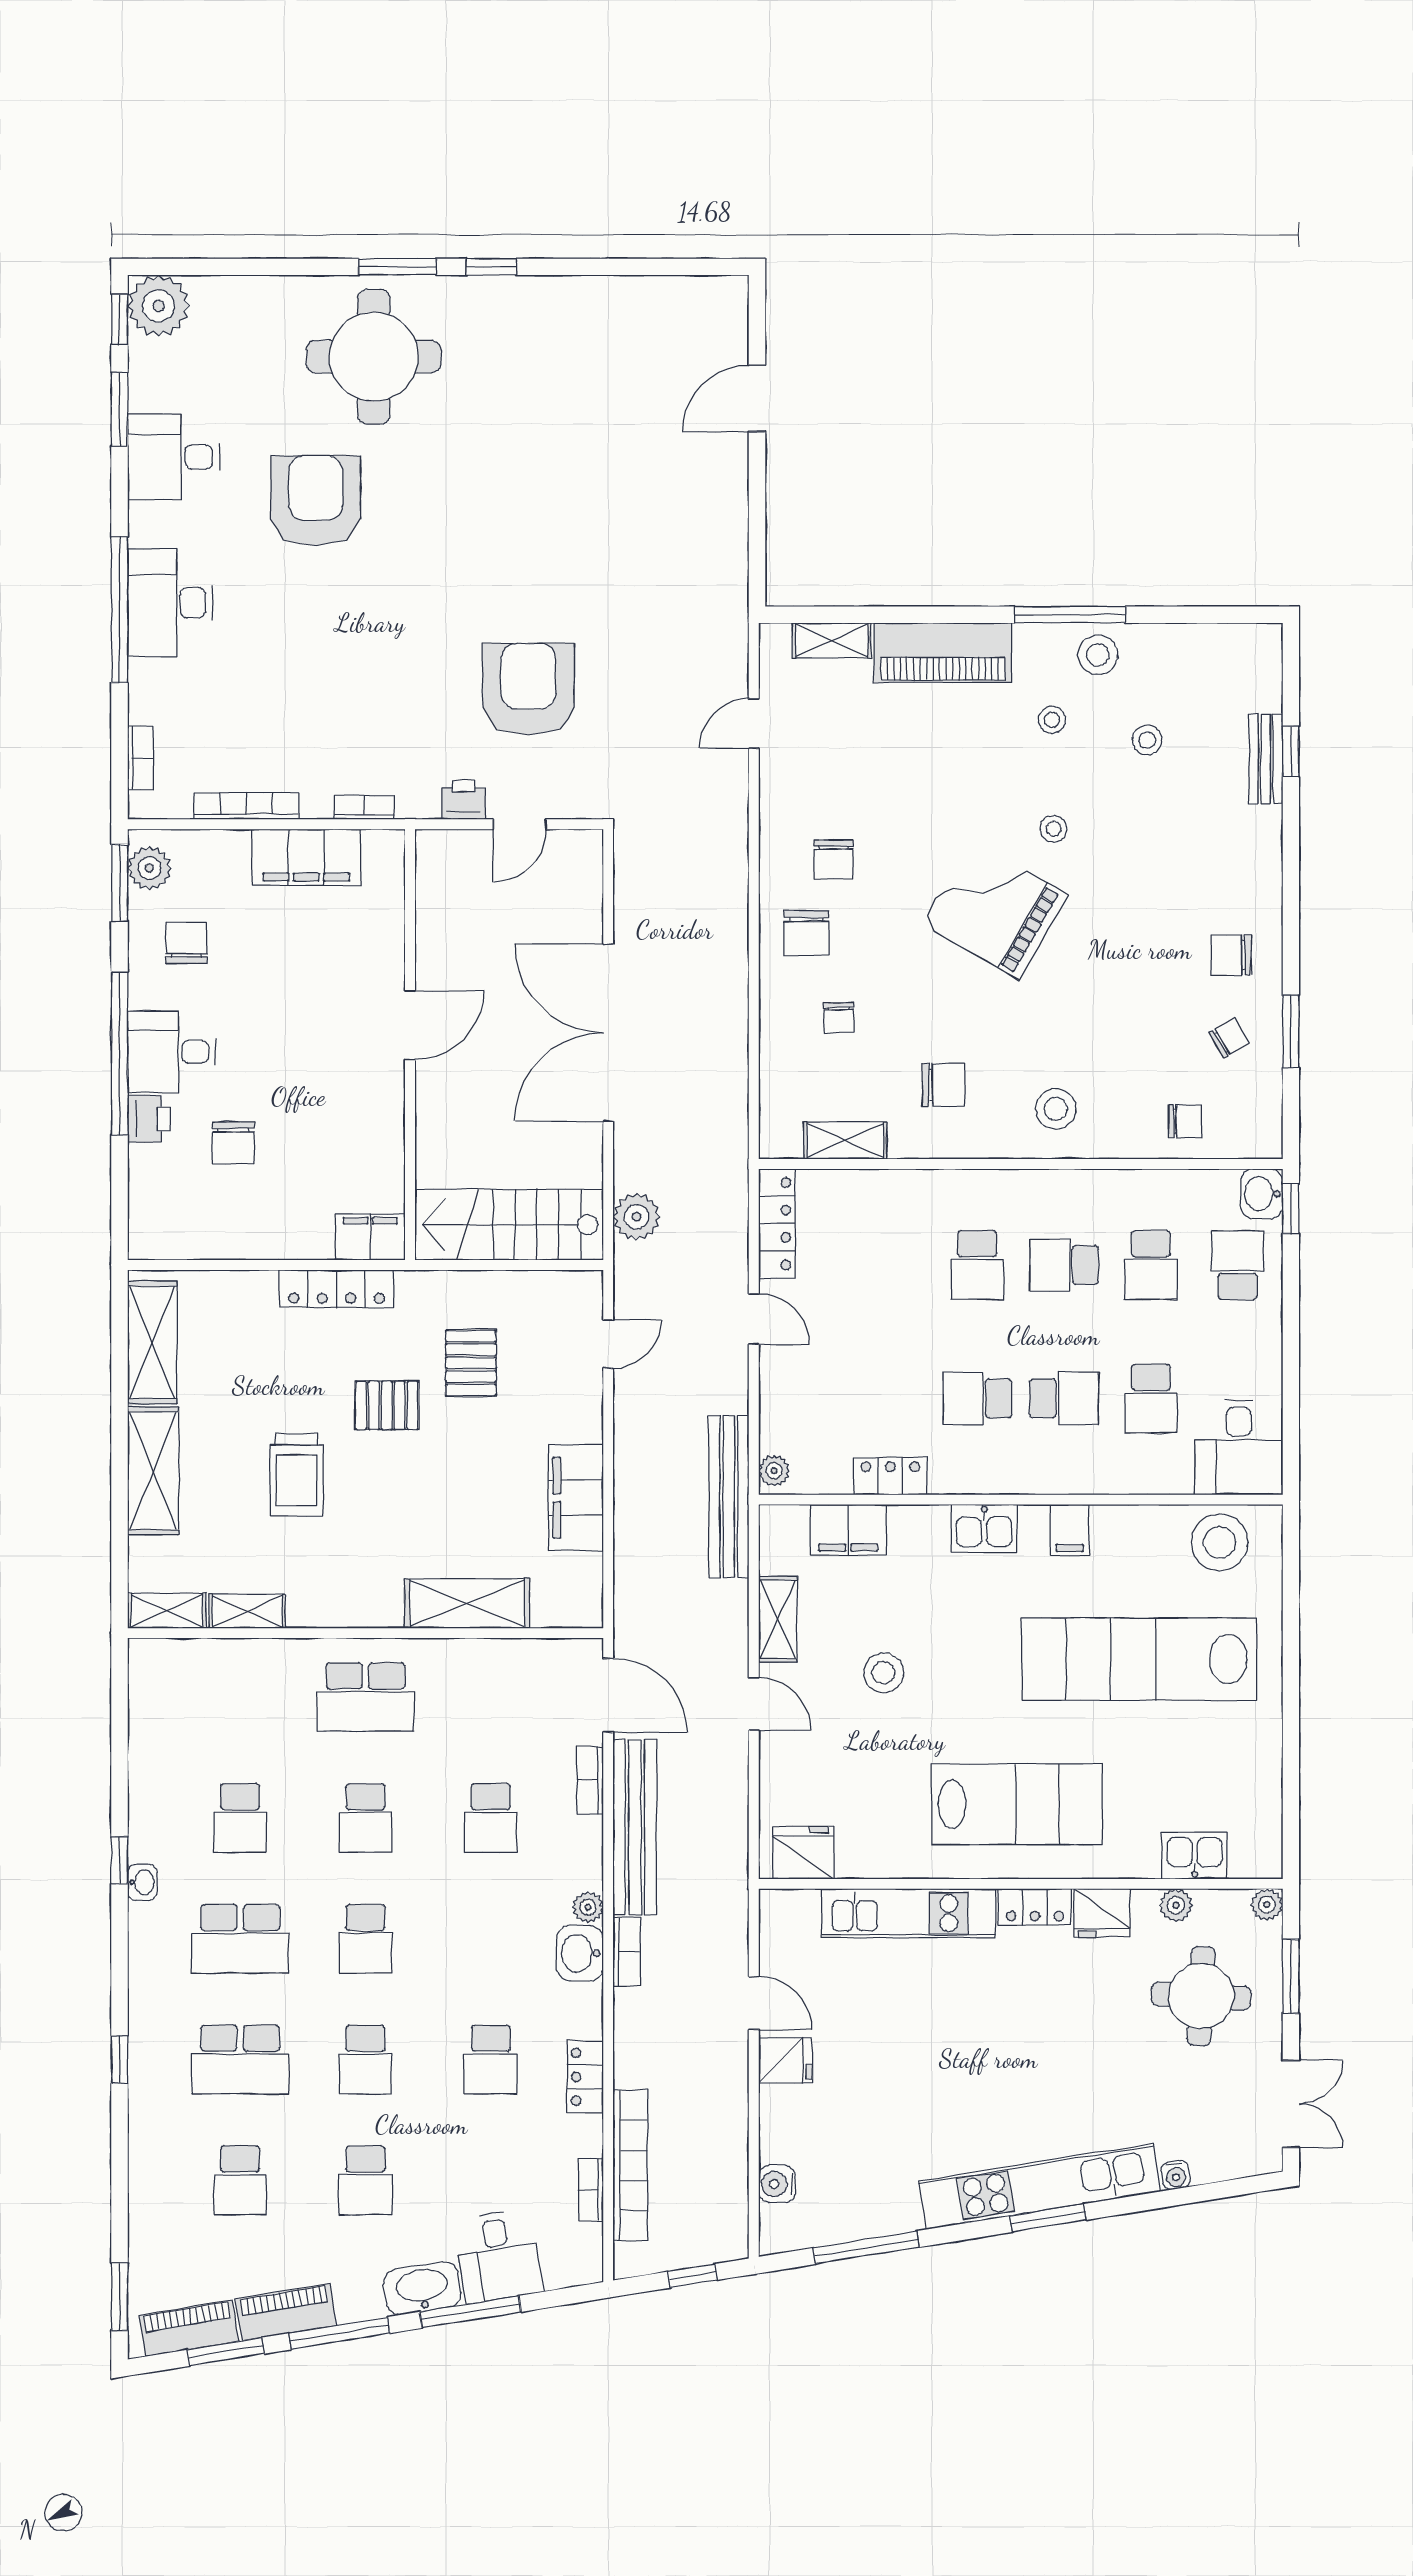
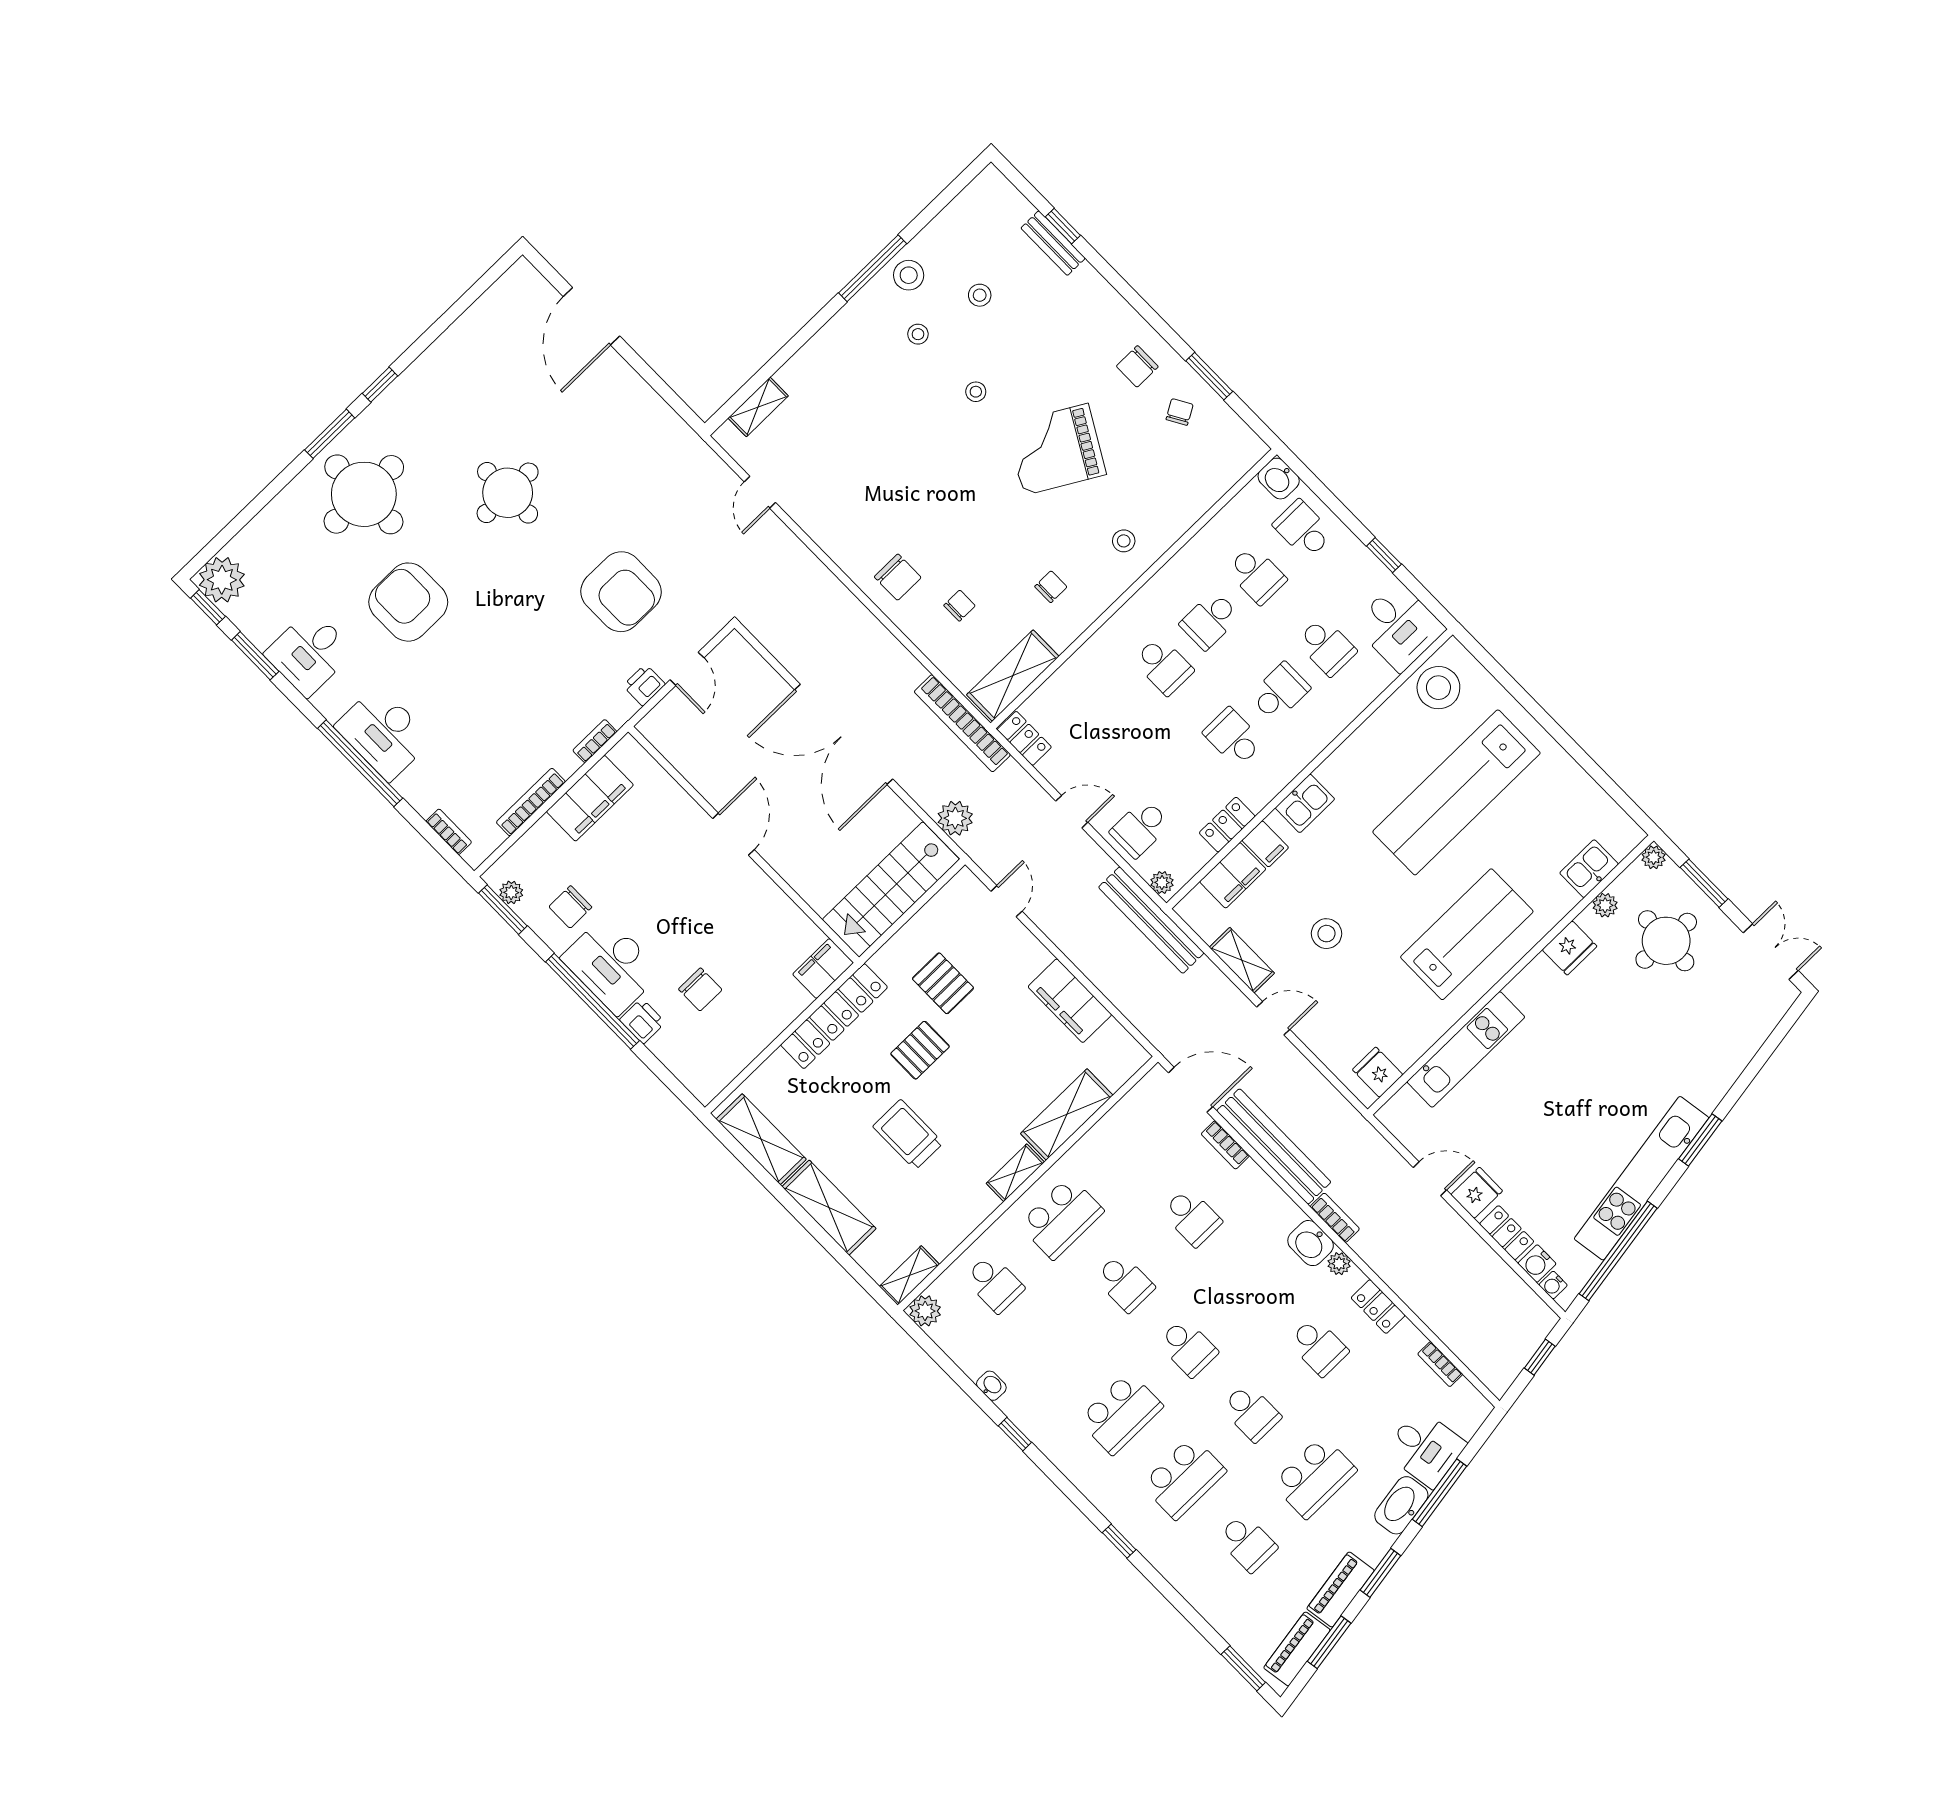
door: (757, 399) -> (592, 316), width x1.36
round table: (512, 489) -> (508, 493), added
piano: (943, 653) -> (824, 355), removed
armchair: (528, 689) -> (621, 592), turned 180
chair: (834, 859) -> (874, 523), removed
plant: (149, 868) -> (511, 892), width x0.73, depth x0.73
grand piano: (994, 909) -> (1056, 449), moved
chair: (186, 943) -> (570, 907), turned -90
chair: (839, 1018) -> (960, 606), turned -89
desk: (172, 1052) -> (611, 965), width x1.37
chair: (944, 1085) -> (1051, 587), width x0.73, depth x0.73
stool: (1056, 1109) -> (1124, 541), width x0.73, depth x0.73
chair: (1185, 1121) -> (1199, 480), removed
shelving: (845, 1140) -> (1013, 676), width x1.50, depth x1.33
window: (1291, 1209) -> (1384, 555), moved
locker: (777, 1224) -> (1024, 738), width x0.66
locker: (336, 1289) -> (834, 1016), width x1.41, depth x1.21
school desk: (804, 1399) -> (1140, 828), added
school desk: (977, 1399) -> (1233, 737), turned 90
trolley: (297, 1475) -> (908, 1135), turned 180
filing cabinet: (1070, 1530) -> (1265, 844), moved
shelving: (247, 1611) -> (1015, 1173), moved
plant: (149, 1659) -> (925, 1311), added
school desk: (240, 1818) -> (994, 1283), moved
fridge: (803, 1853) -> (1378, 1072), width x0.72
washbasin: (142, 1882) -> (991, 1386), moved
plant: (588, 1907) -> (1339, 1264), moved
locker: (1035, 1907) -> (1507, 1233), moved, turned -90
bookcase: (630, 2165) -> (962, 723), moved, turned 180
water cooler: (1176, 2175) -> (1553, 1285), moved, turned 99
school desk: (365, 2180) -> (1314, 1477), width x1.85
kitchen unit: (1040, 2186) -> (1641, 1178), moved
window: (866, 2248) -> (1618, 1251), width x1.46
window: (339, 2333) -> (1380, 1573), width x0.69

